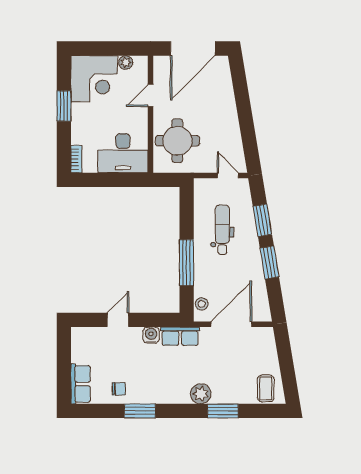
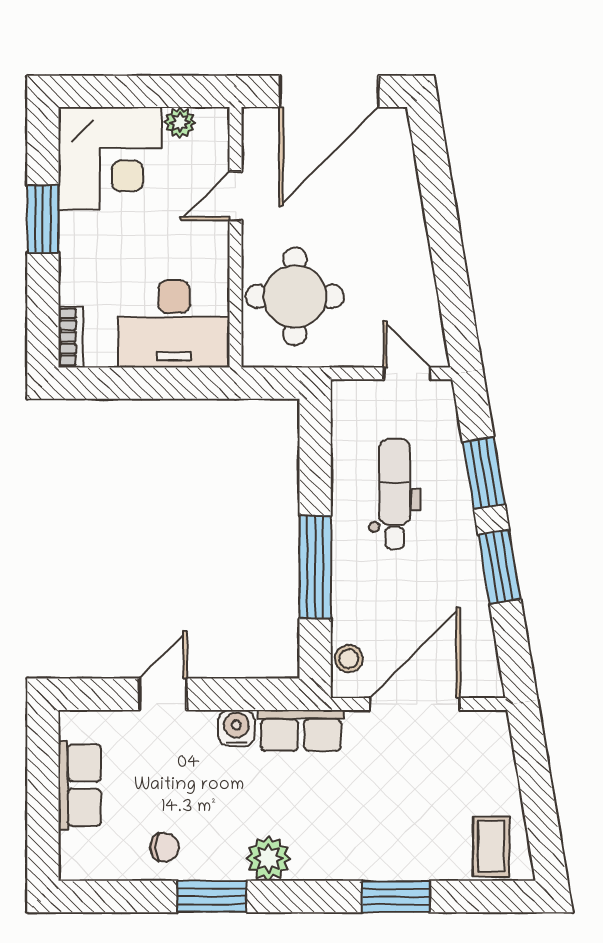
row of seats: (81, 384) -> (80, 785), moved
plant: (201, 394) -> (268, 858), moved

